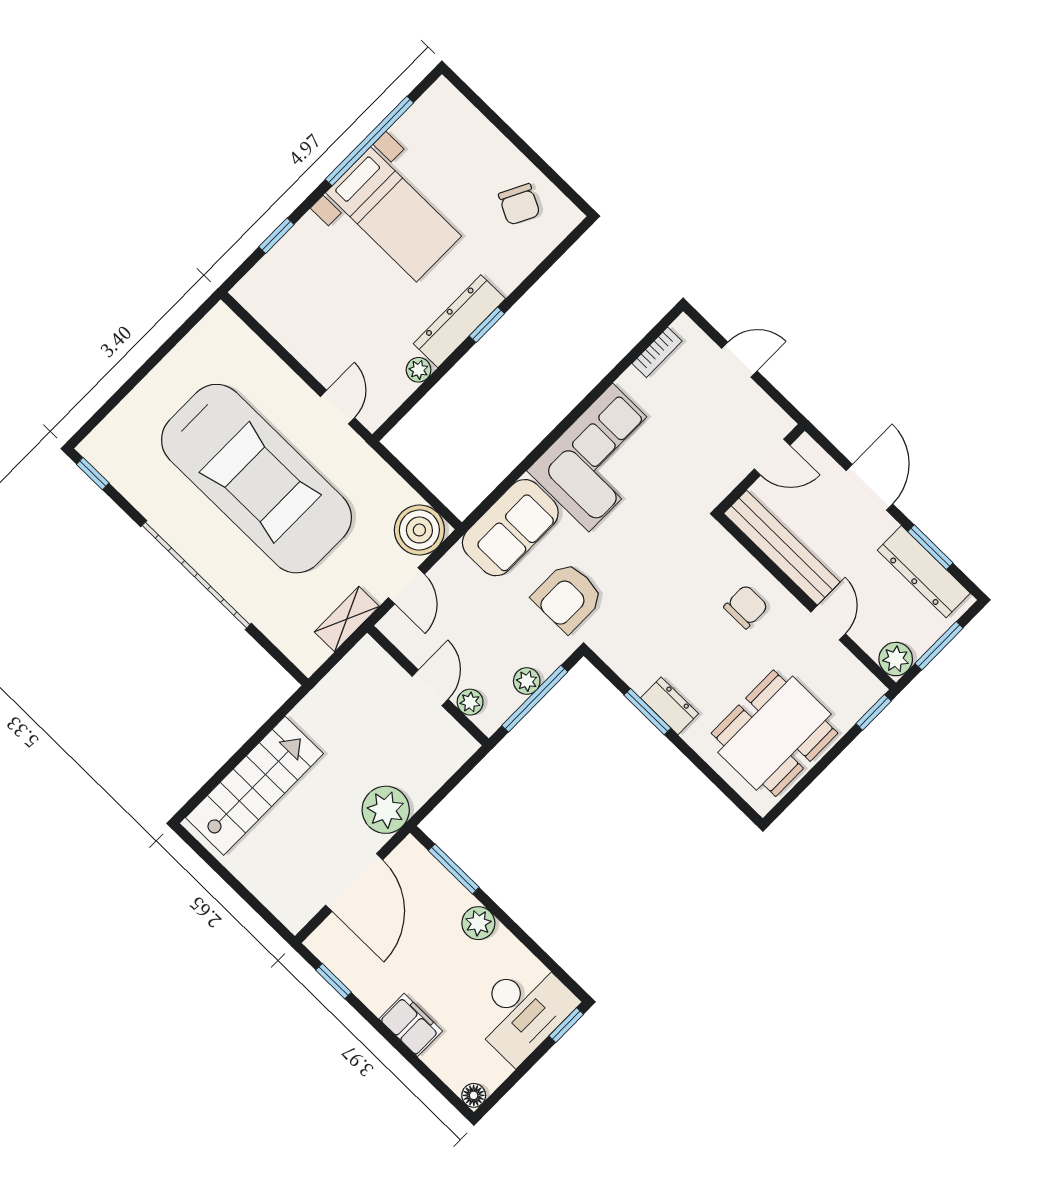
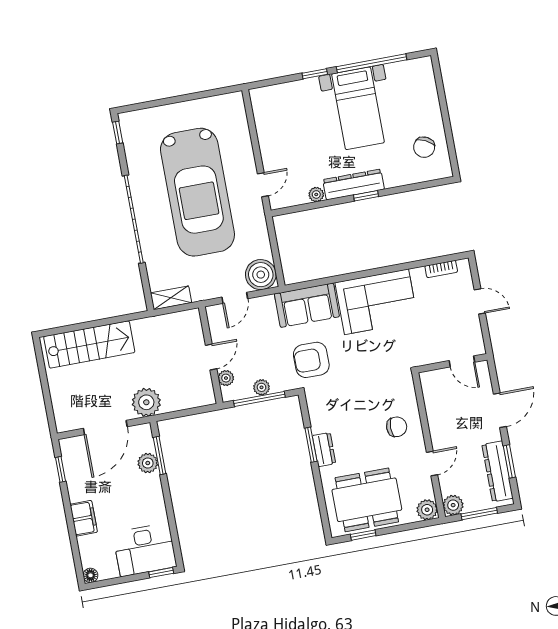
window: (276, 236) -> (315, 74), moved
bench: (782, 548) -> (435, 410), removed
shelving: (347, 619) -> (171, 298), moved
plant: (865, 690) -> (427, 510), added
window: (874, 712) -> (363, 535), moved
plant: (478, 923) -> (148, 463), moved

